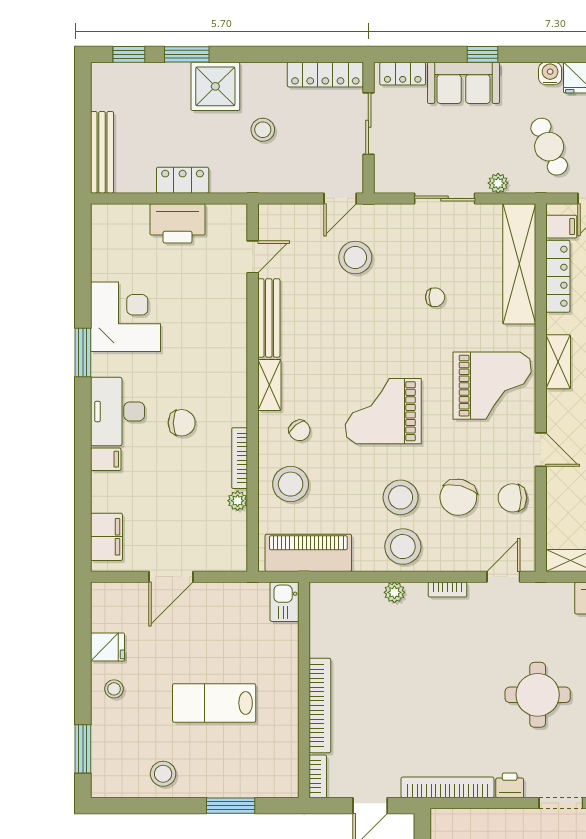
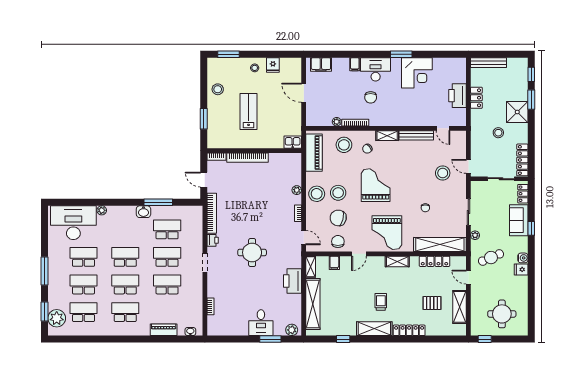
filing cabinet: (561, 227) -> (334, 263), moved

